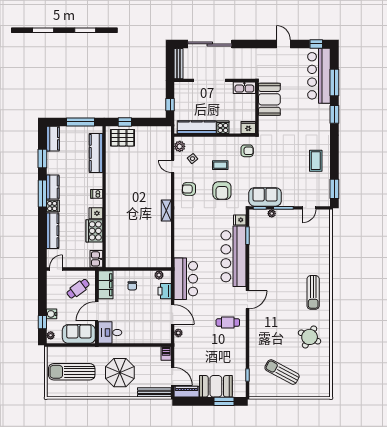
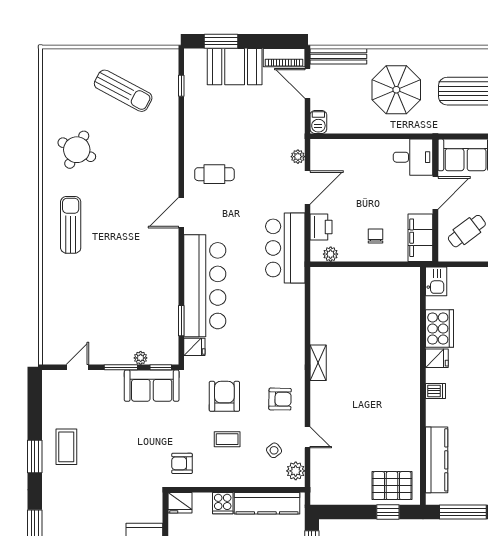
window: (334, 189) -> (35, 456), moved
door: (173, 315) -> (307, 188), swing flipped

